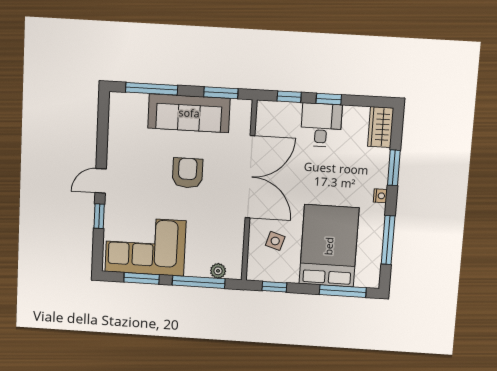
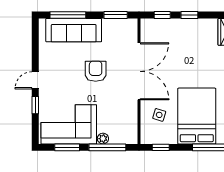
sofa: (189, 113) -> (74, 30), moved
desk: (321, 125) -> (186, 33), removed
plant: (218, 271) -> (103, 139), moved

